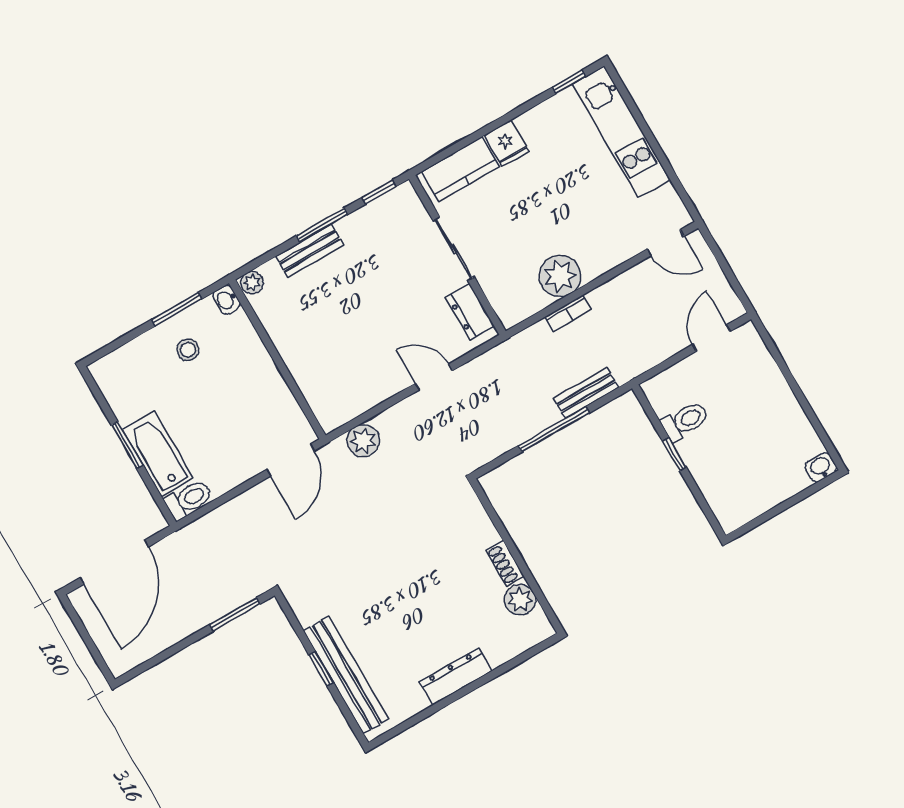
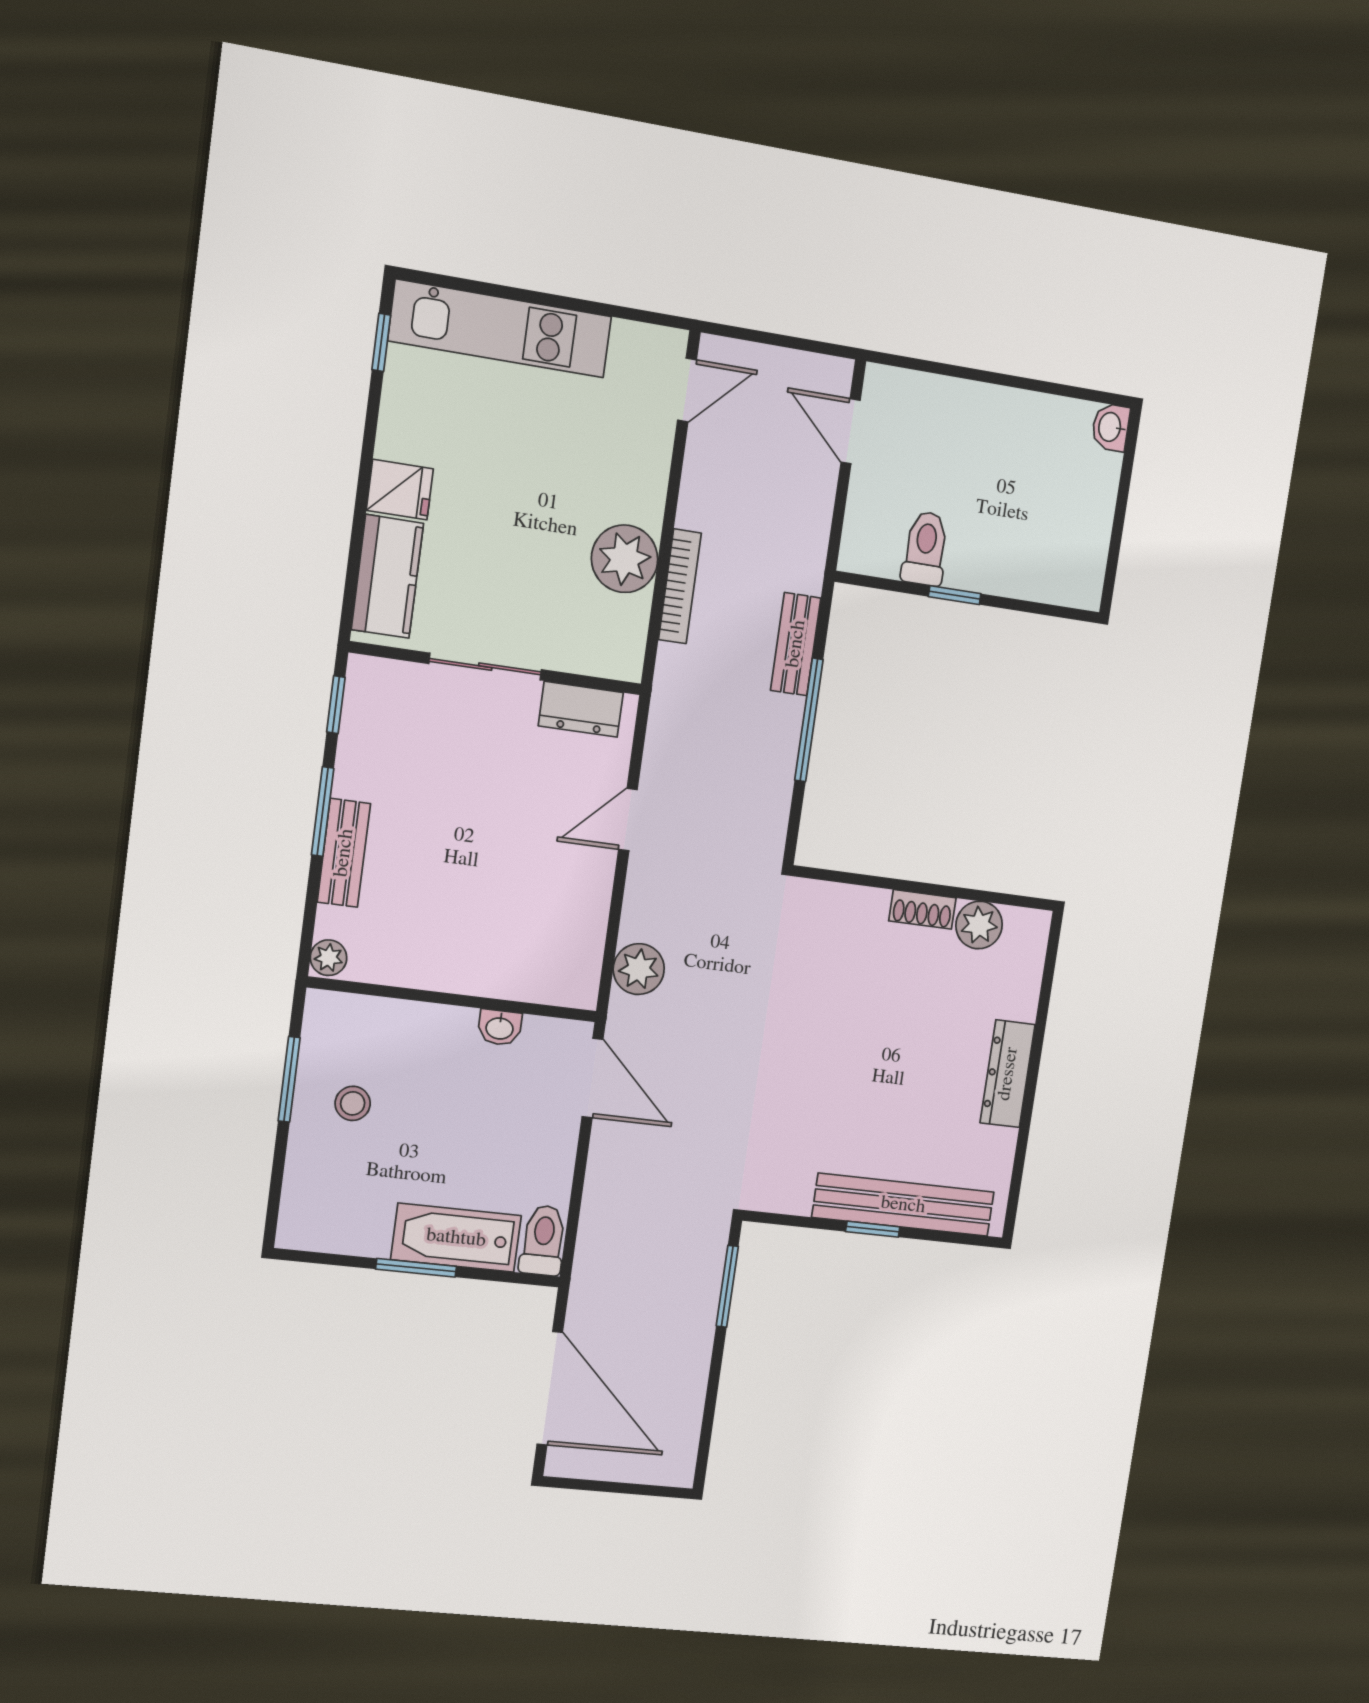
washbasin: (226, 300) -> (500, 1028), moved
bookcase: (568, 313) -> (680, 586), width x1.56

